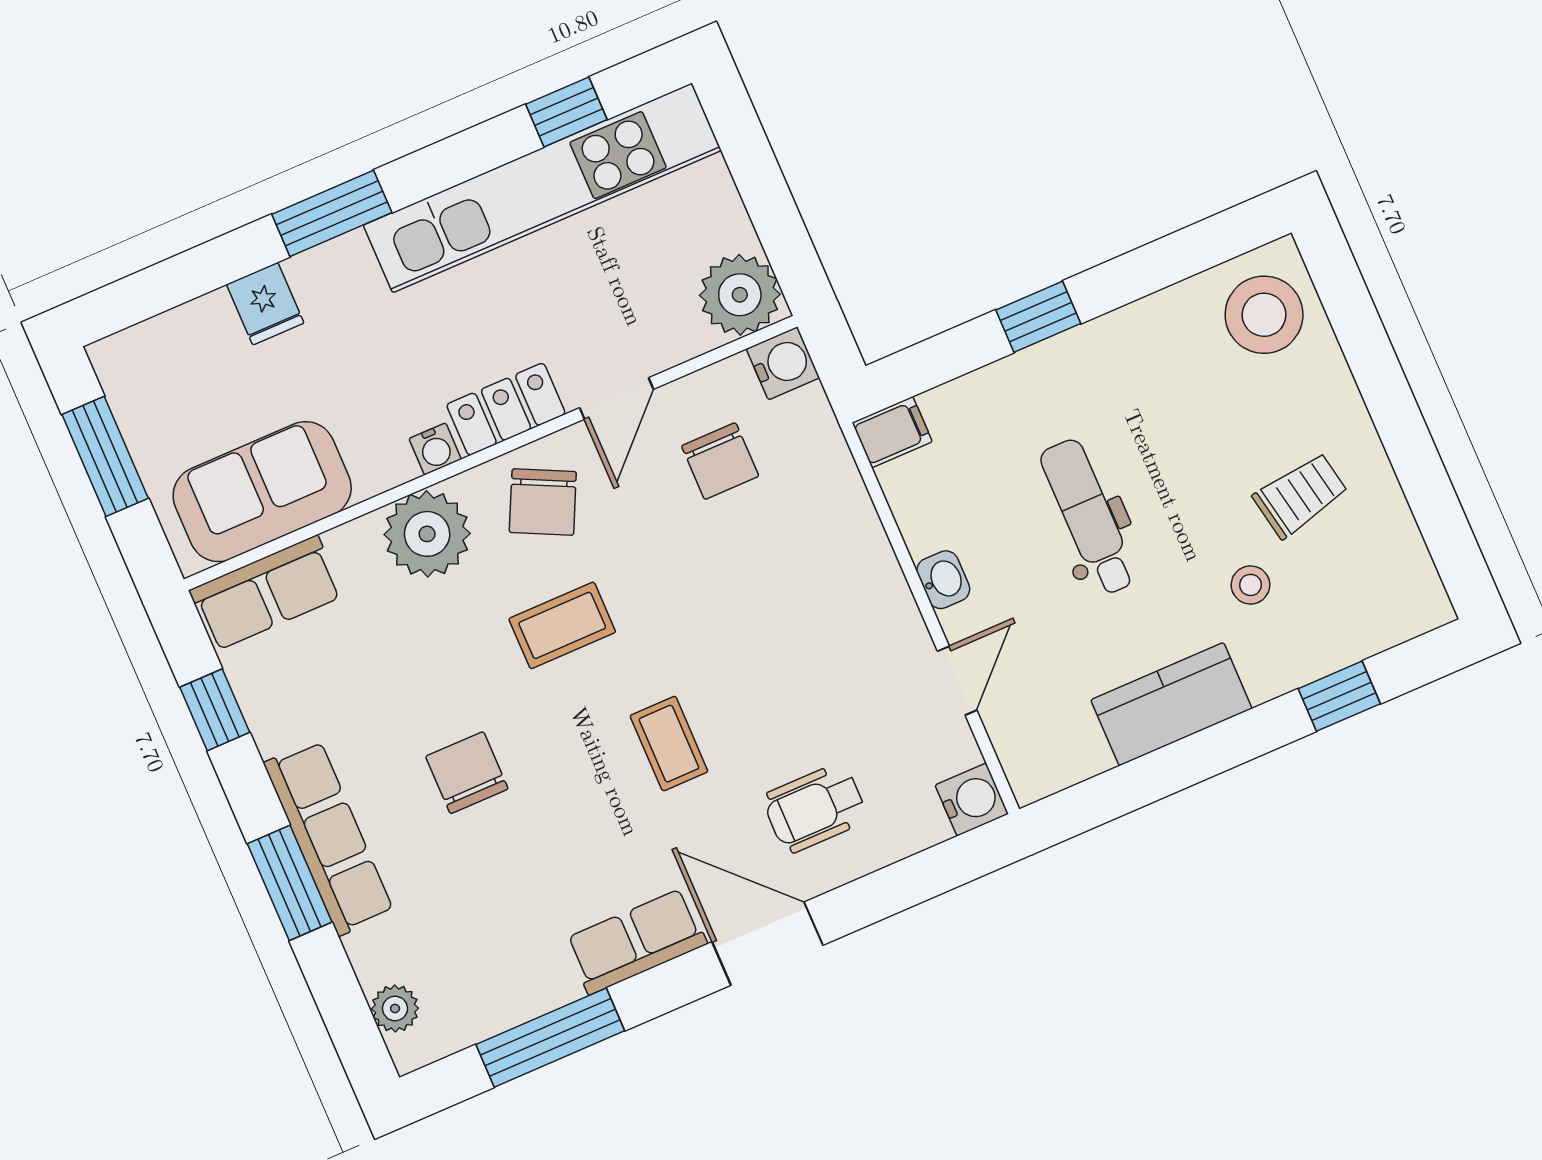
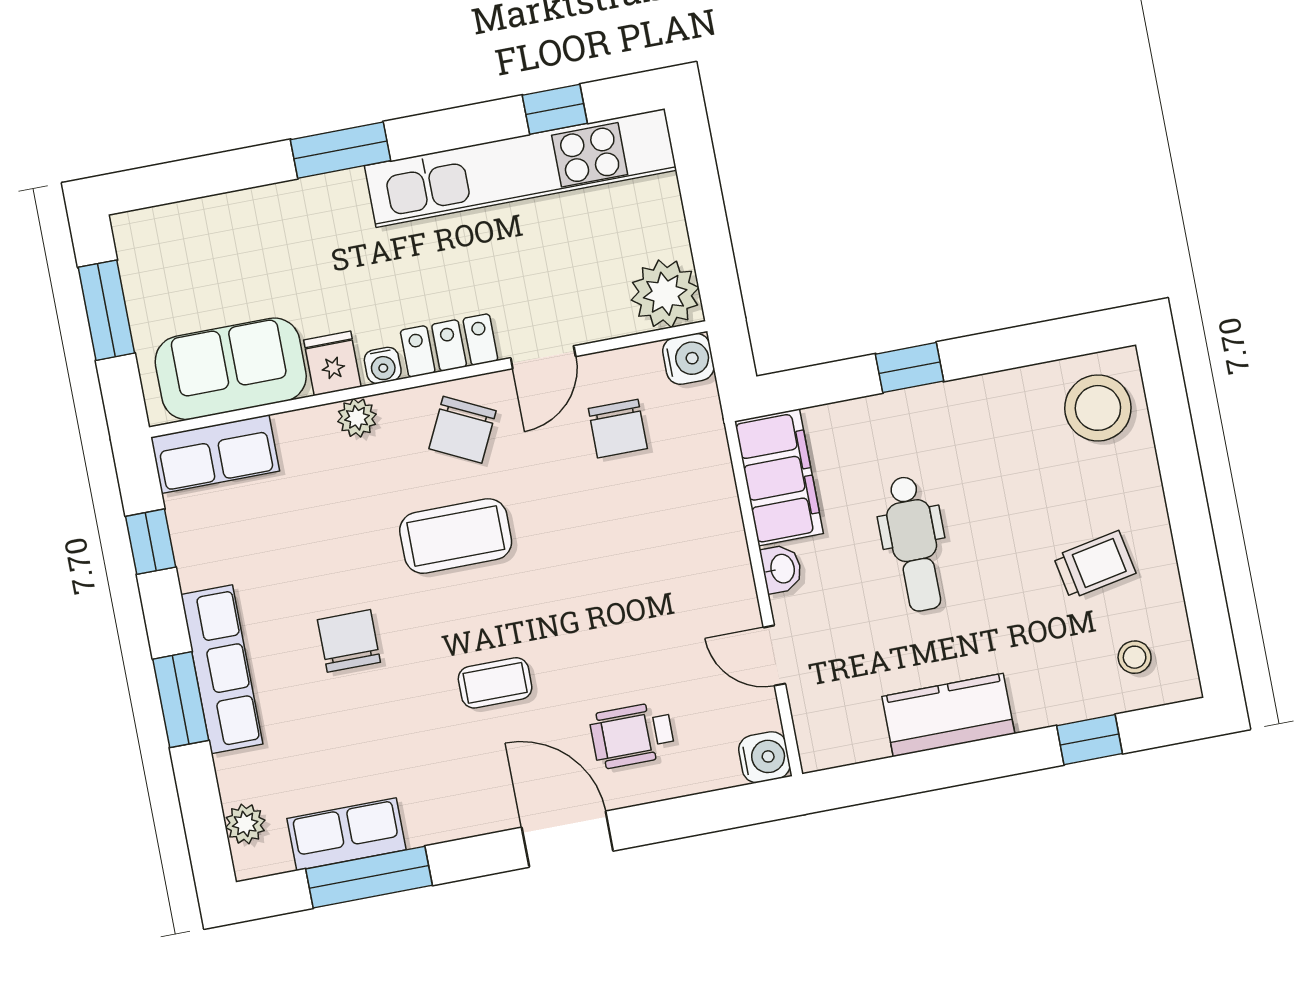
fridge: (265, 304) -> (332, 363), moved, turned 180
filing cabinet: (892, 432) -> (779, 477), width x3.00, depth x1.17
dental chair: (1089, 517) -> (914, 544), turned 180
plant: (427, 534) -> (357, 418), width x0.53, depth x0.53
stool: (1250, 585) -> (1135, 657), moved
coffee table: (562, 625) -> (456, 536), width x1.36, depth x1.30
door: (957, 681) -> (774, 656), swing flipped
coffee table: (669, 744) -> (495, 683), moved, turned 90
row of seats: (636, 941) -> (346, 834), moved

